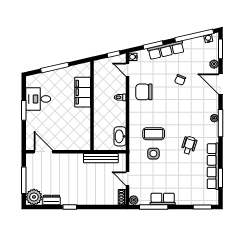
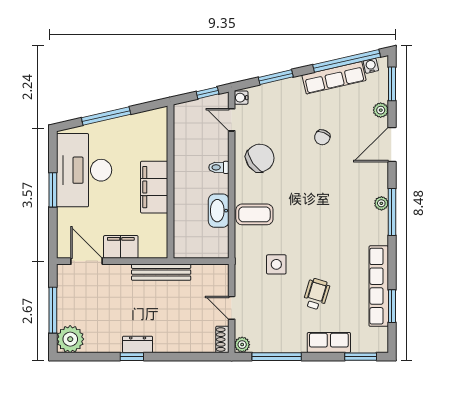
row of seats: (166, 50) -> (334, 78), moved
door: (221, 84) -> (392, 145), hinge flipped
filing cabinet: (83, 92) -> (154, 187), moved
chair: (144, 92) -> (260, 158), turned 145
desk: (38, 99) -> (84, 170), width x1.87, depth x1.30
coffee table: (154, 134) -> (254, 214), moved
washbasin: (120, 136) -> (219, 211), moved
filing cabinet: (63, 143) -> (121, 247), added
wheelchair: (189, 145) -> (316, 294), moved
bench: (101, 158) -> (161, 272), moved
row of seats: (163, 199) -> (329, 343), moved
dresser: (51, 200) -> (138, 344), moved

